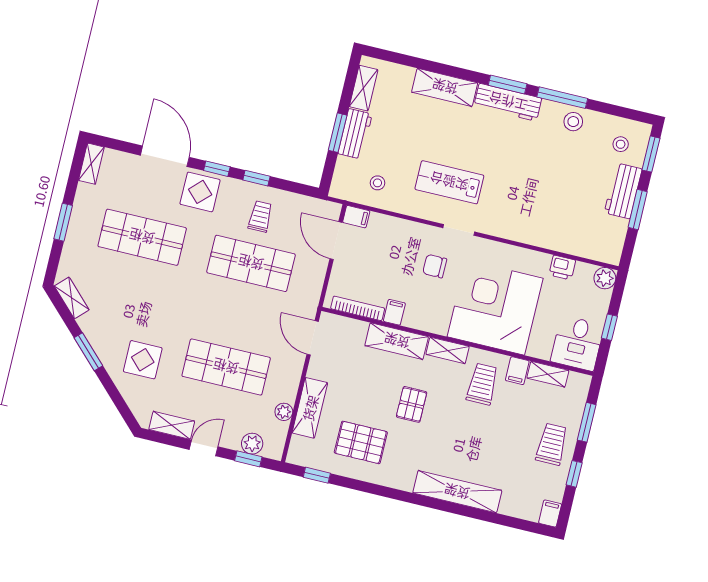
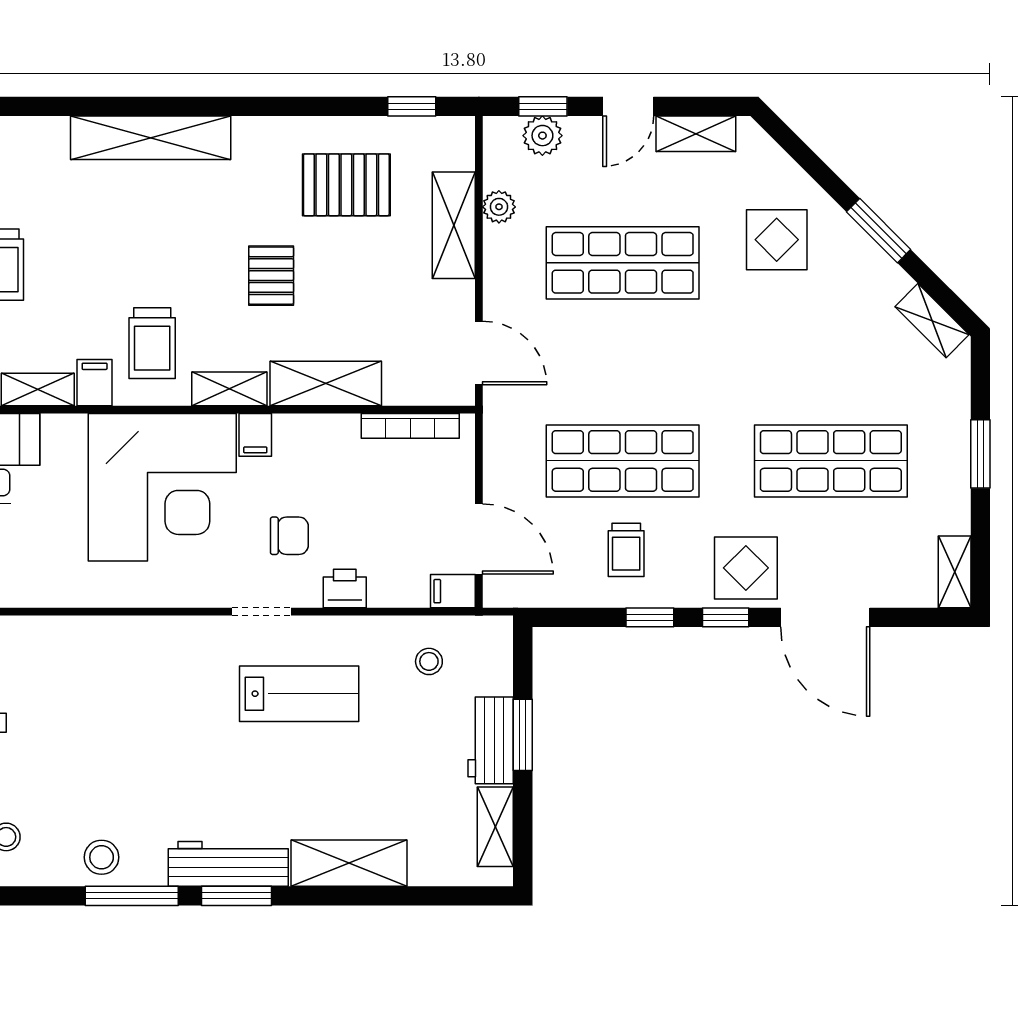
printer: (562, 268) -> (345, 589), moved
filing cabinet: (394, 312) -> (255, 435), moved

